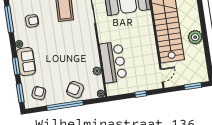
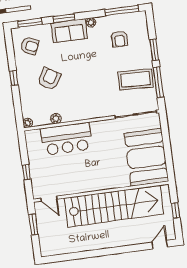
plant: (195, 37) -> (96, 241), removed
window: (193, 86) -> (33, 224), moved
armchair: (75, 90) -> (49, 79), moved
window: (65, 105) -> (14, 78), width x0.32

